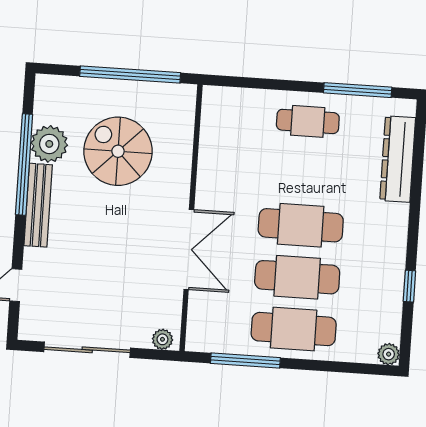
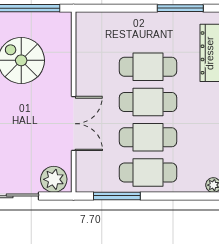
cafe table: (308, 121) -> (148, 67), moved, width x1.37, depth x1.35
plant: (162, 339) -> (54, 179), width x1.87, depth x1.87

